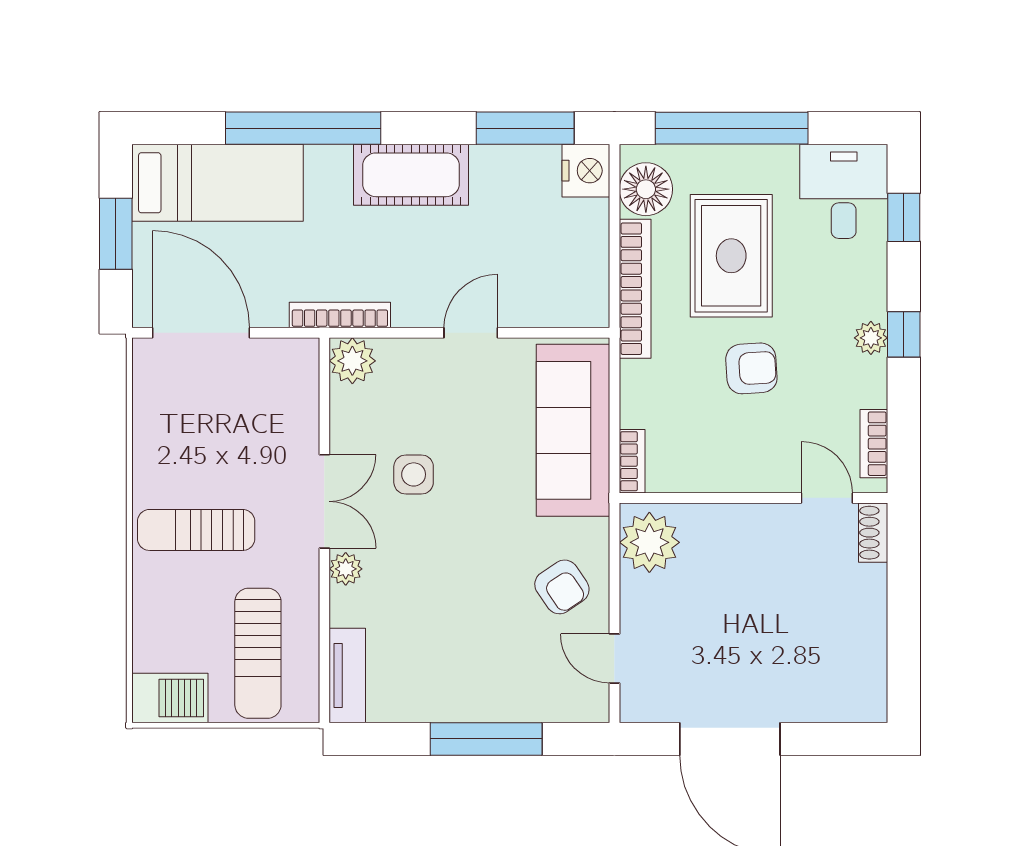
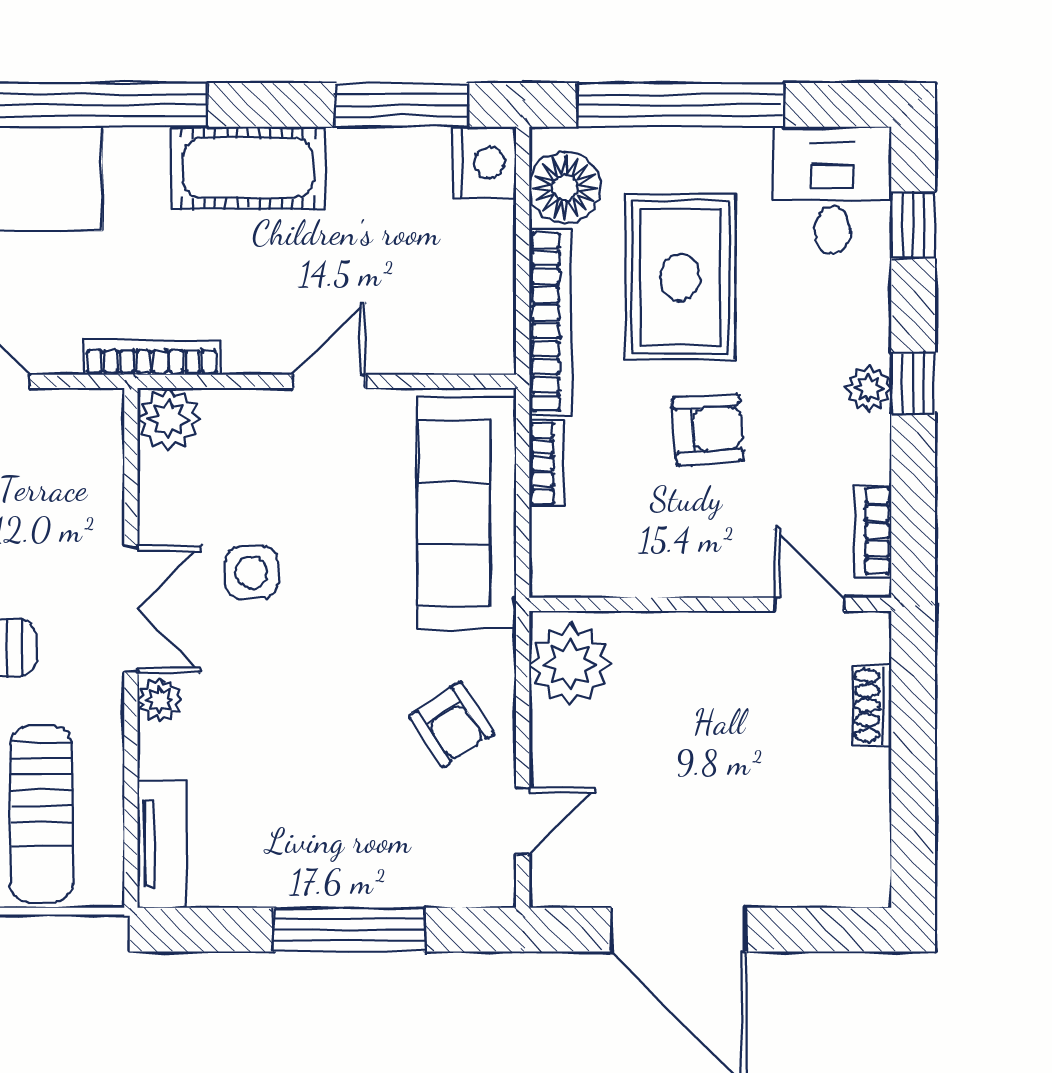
bookcase: (632, 461) -> (546, 463), moved
shoe rack: (873, 533) -> (872, 705), moved
door: (614, 658) -> (523, 821), swing flipped

